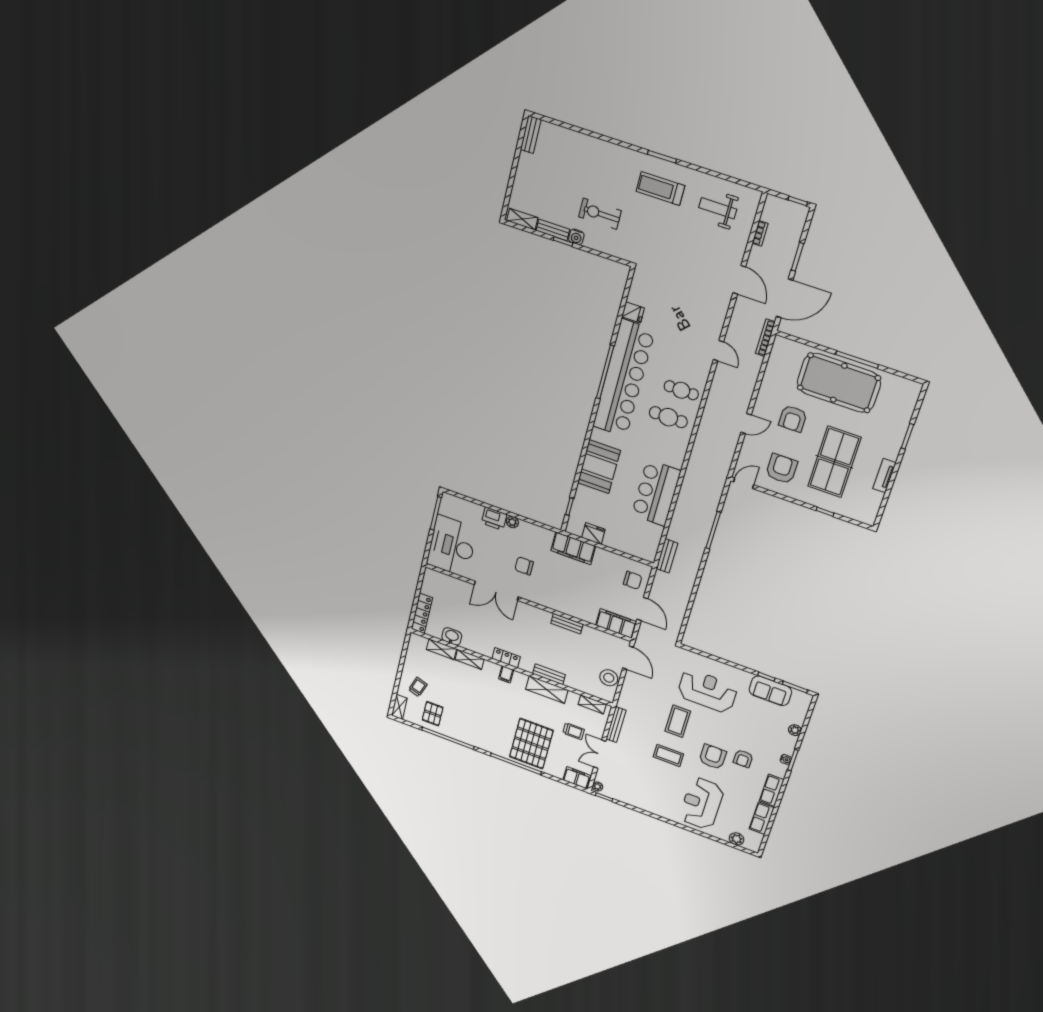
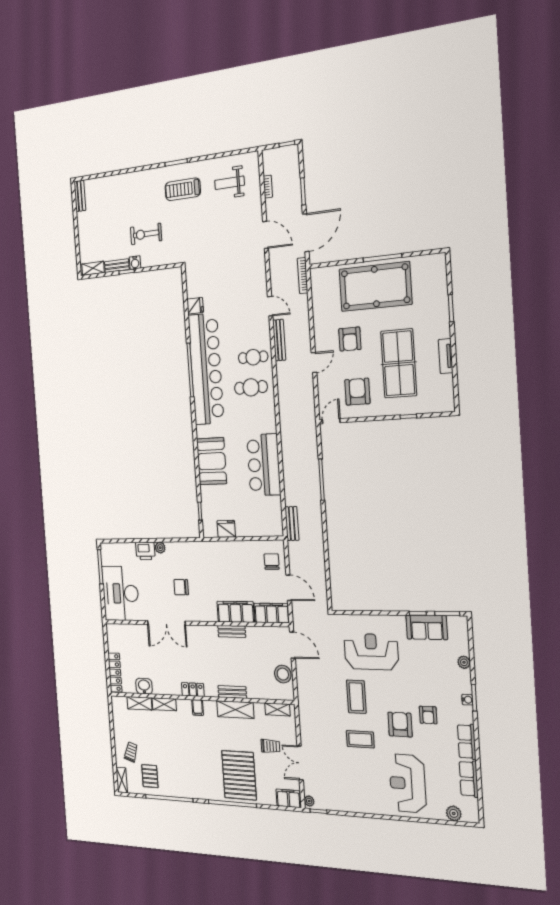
filing cabinet: (573, 548) -> (236, 612), moved, turned 180
chair: (633, 580) -> (272, 562), turned -90
bench: (616, 725) -> (279, 340), moved

